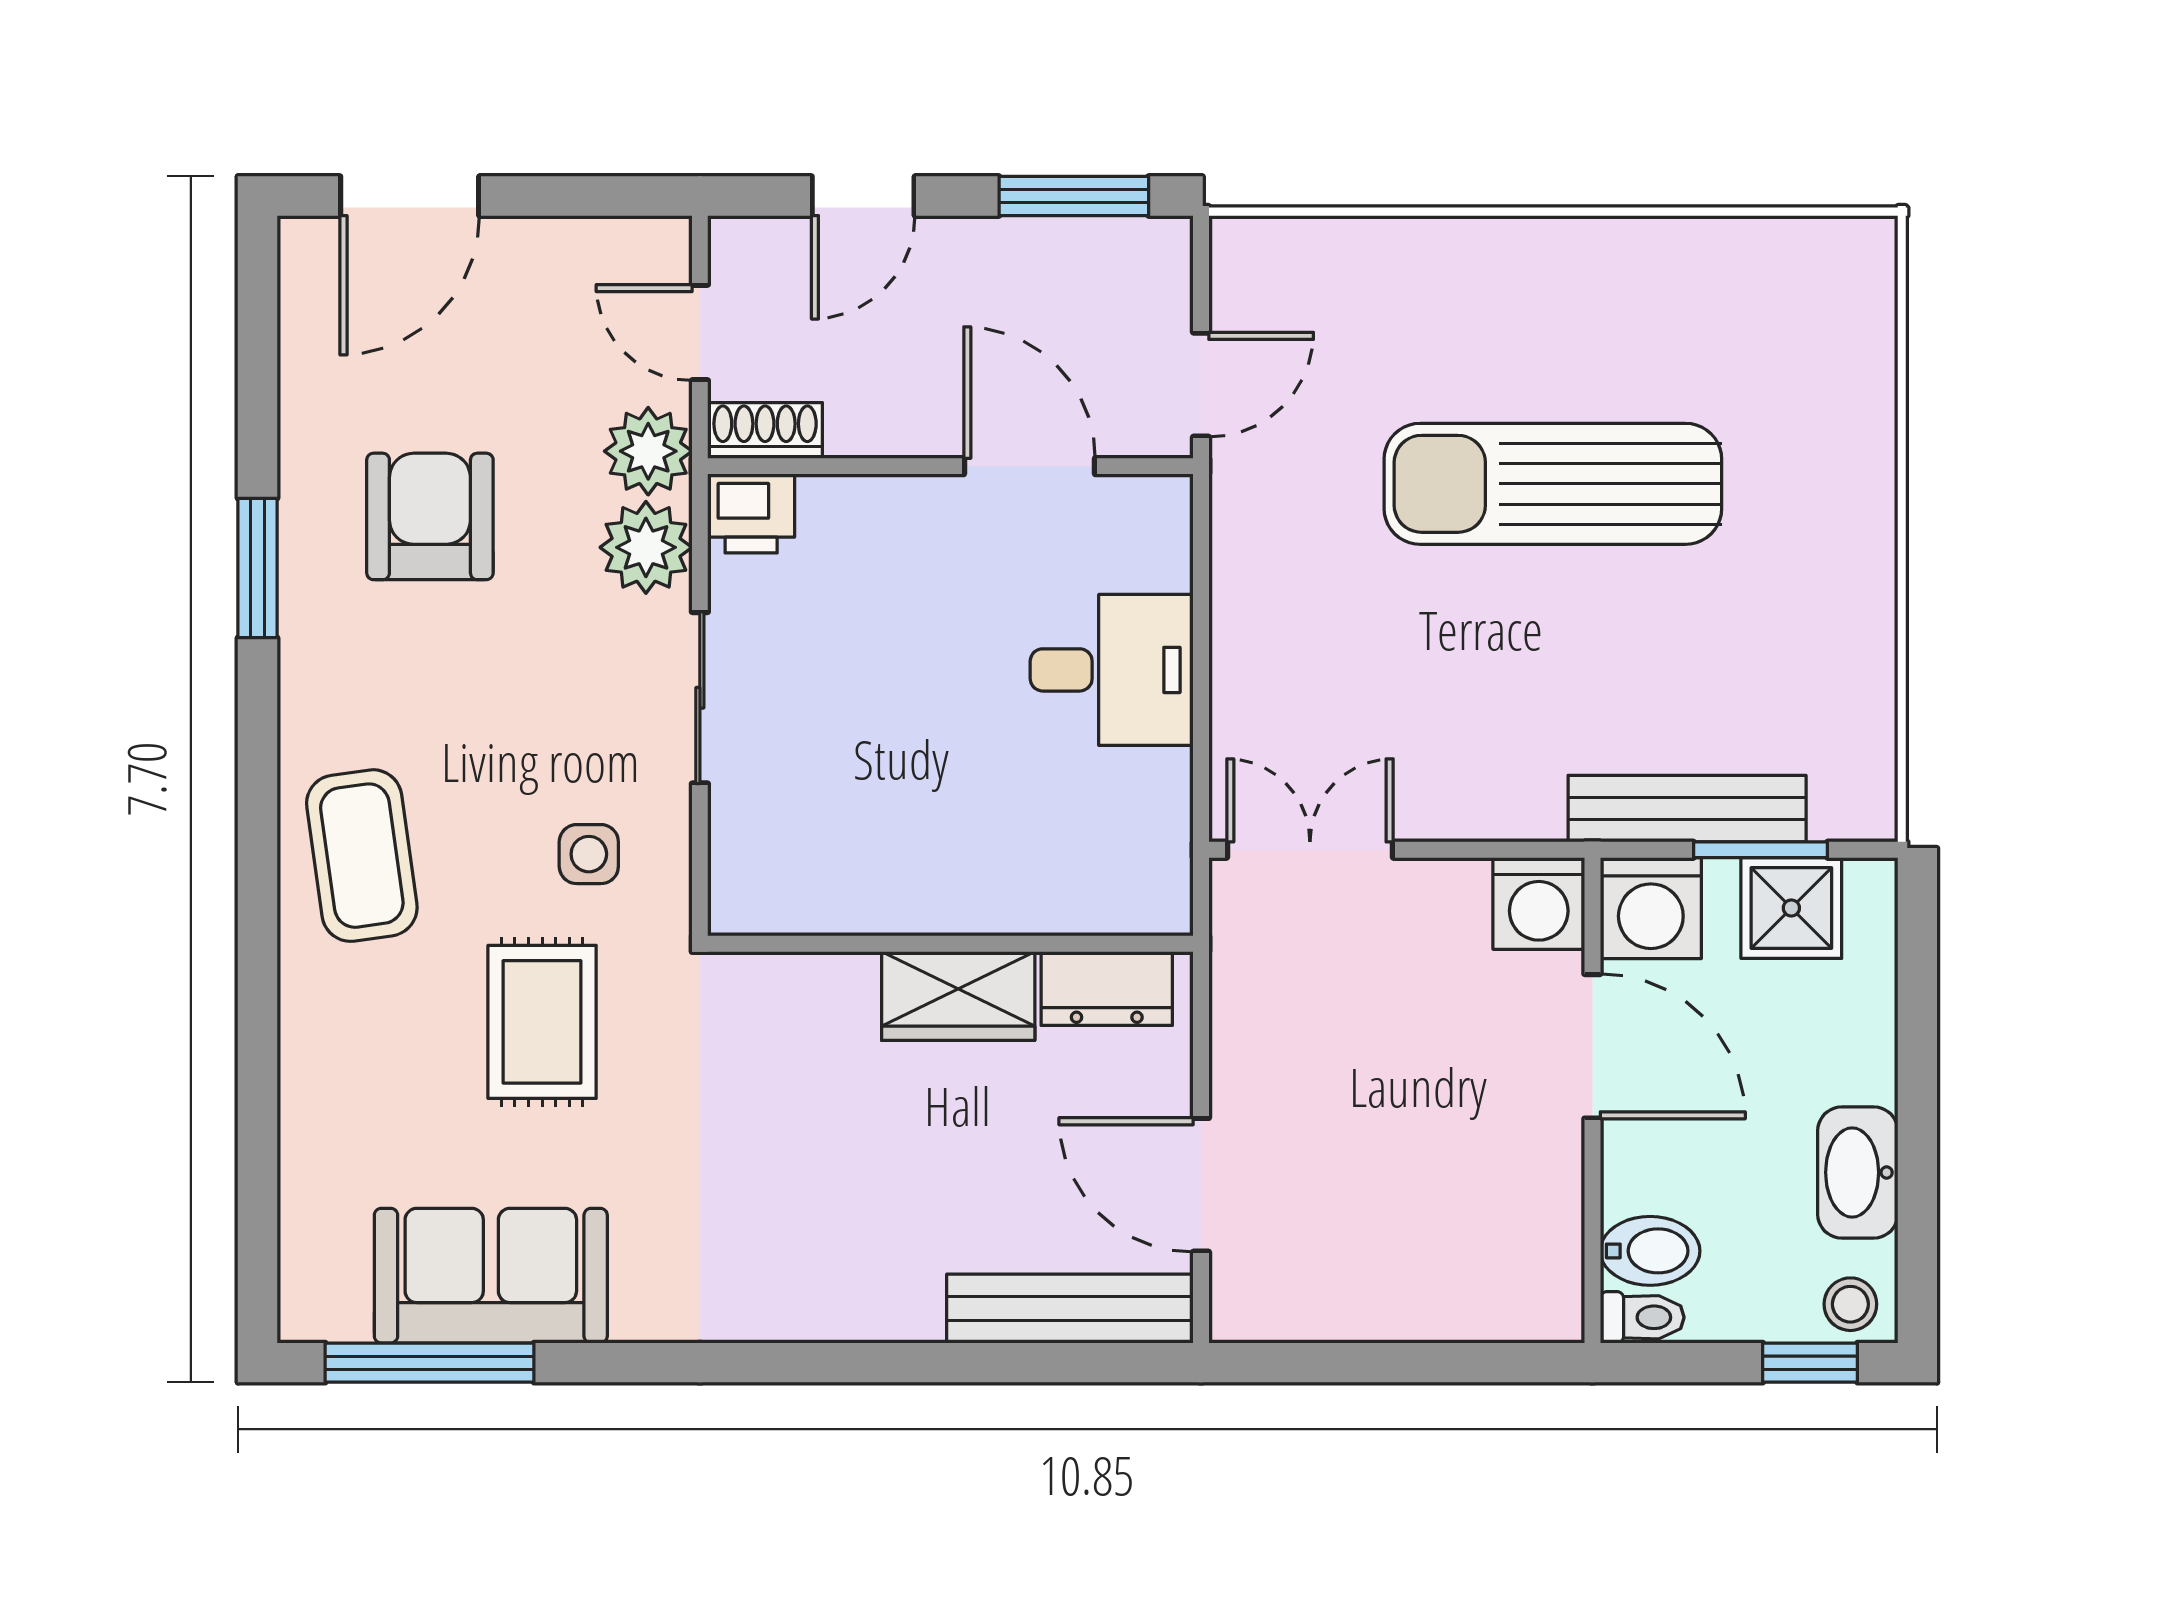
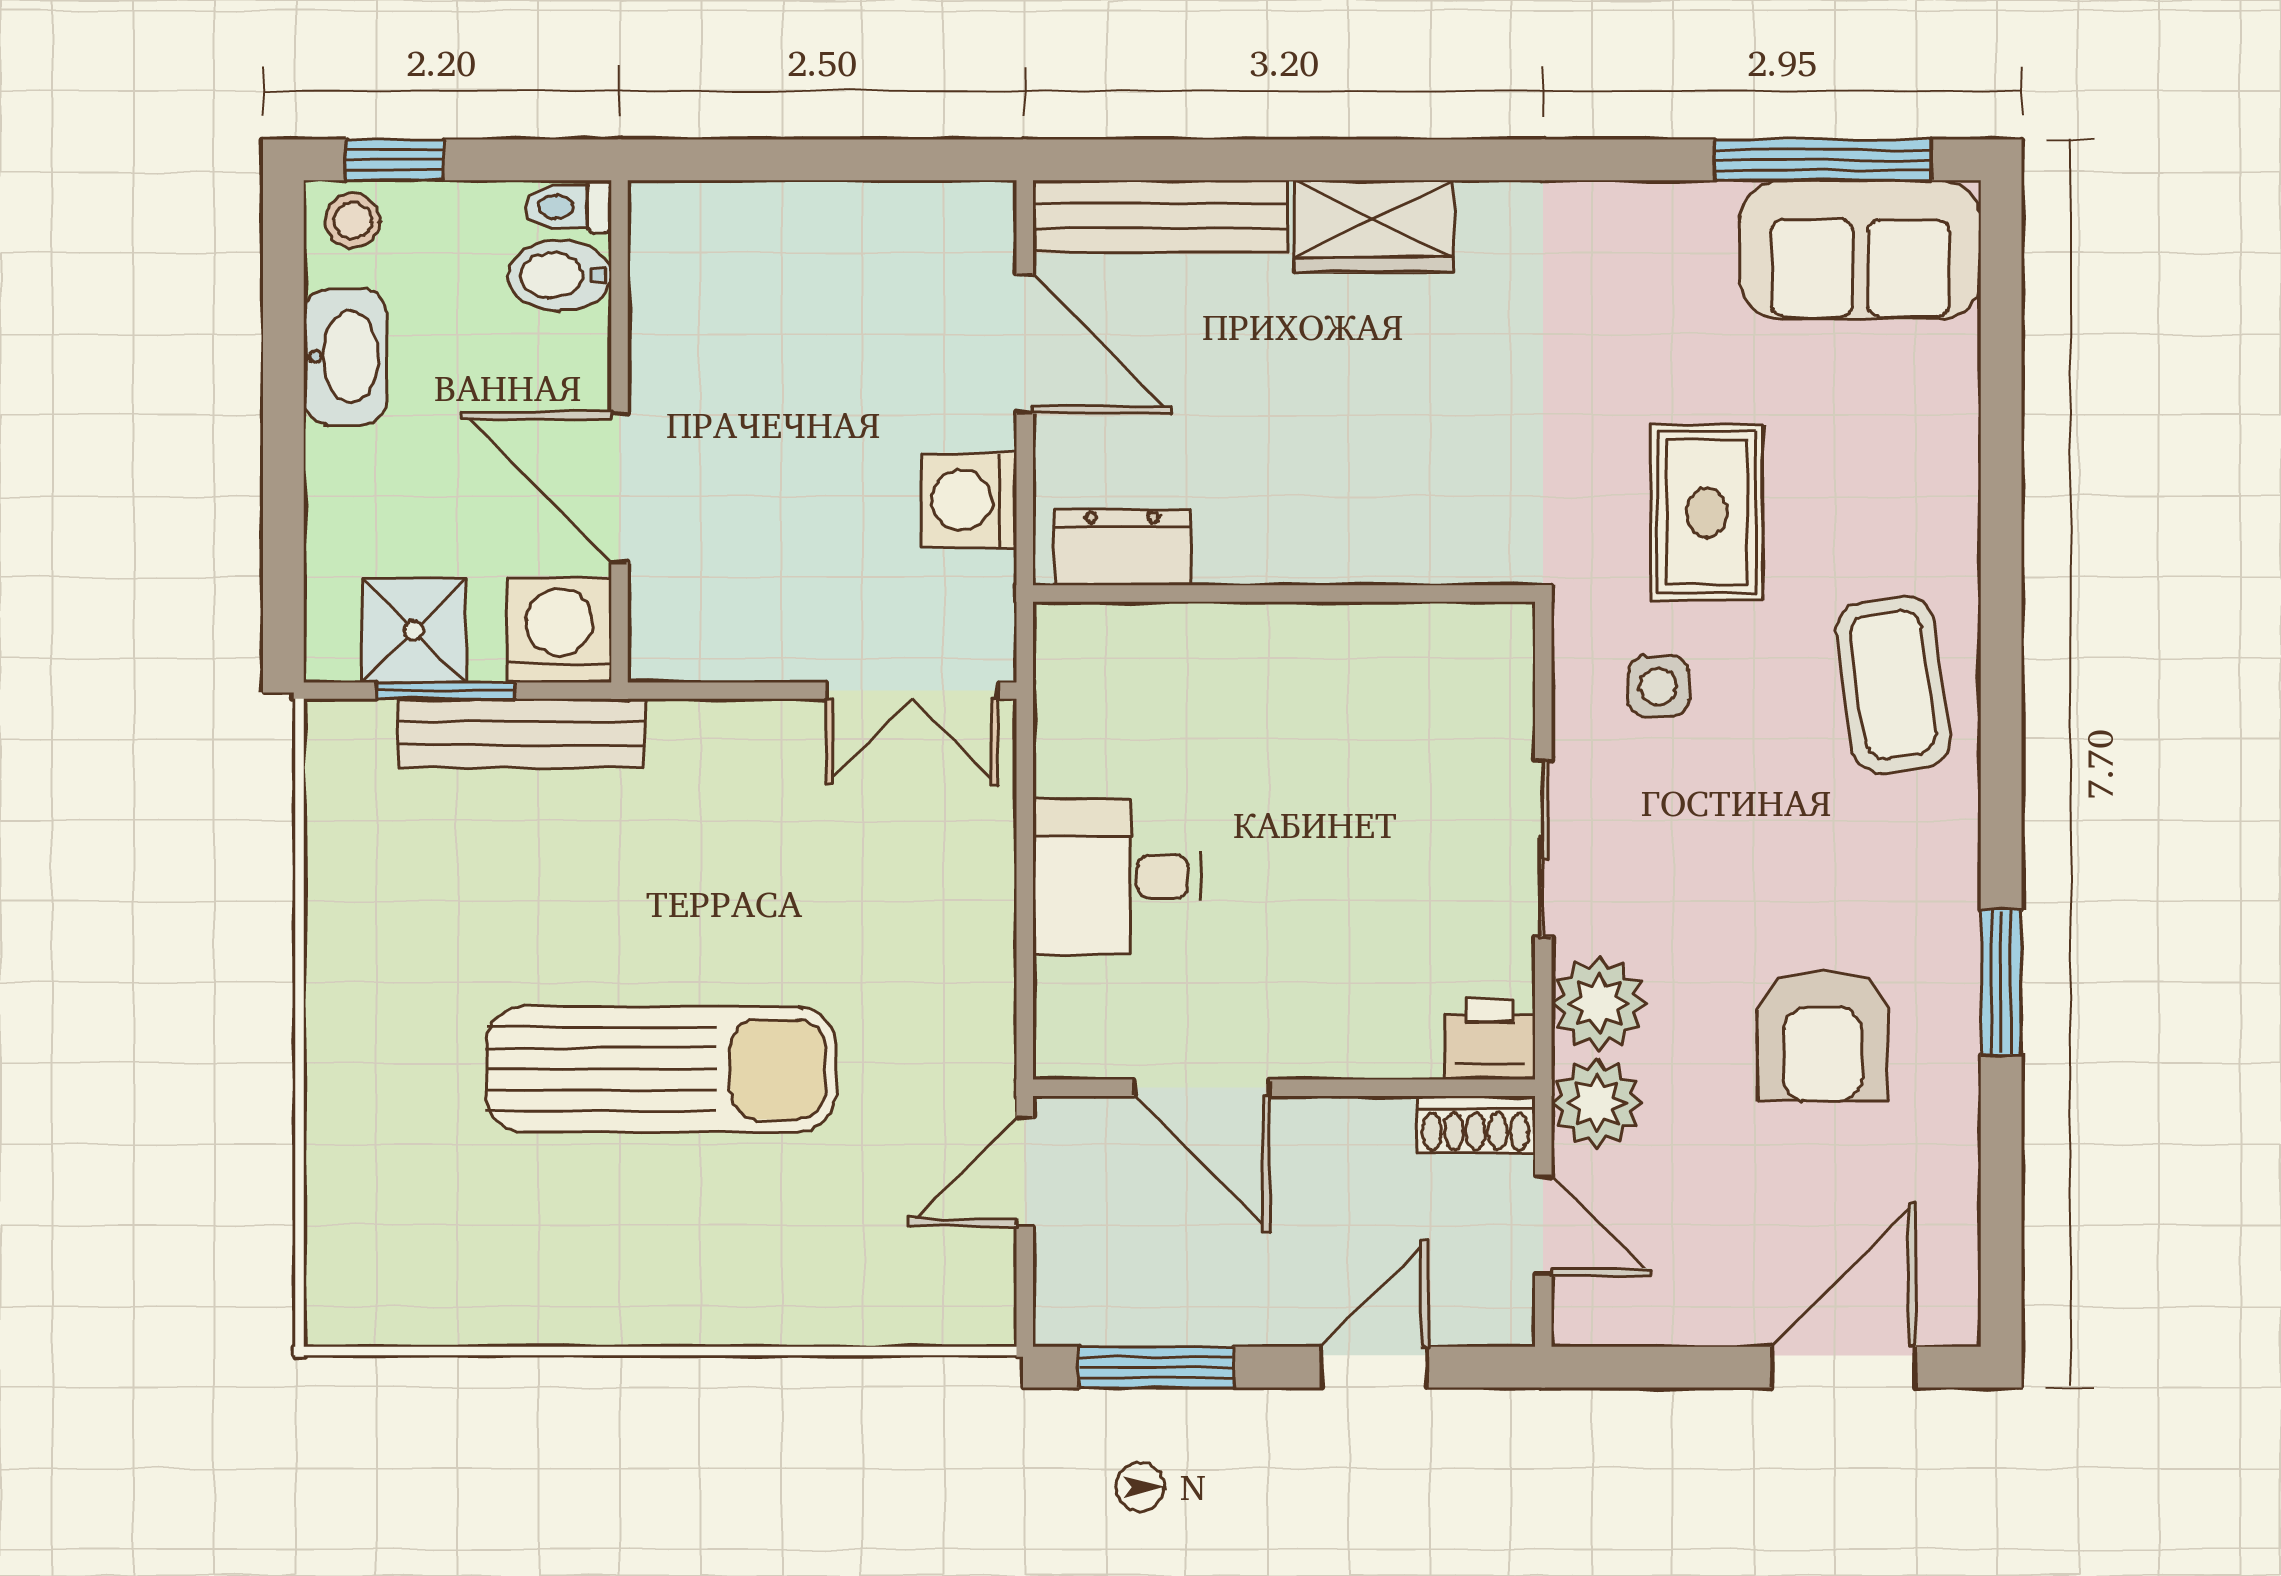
washing machine: (1539, 903) -> (969, 500), moved, turned -90
wardrobe: (958, 996) -> (1374, 226), moved, turned 180
sofa: (491, 1276) -> (1860, 250), moved

